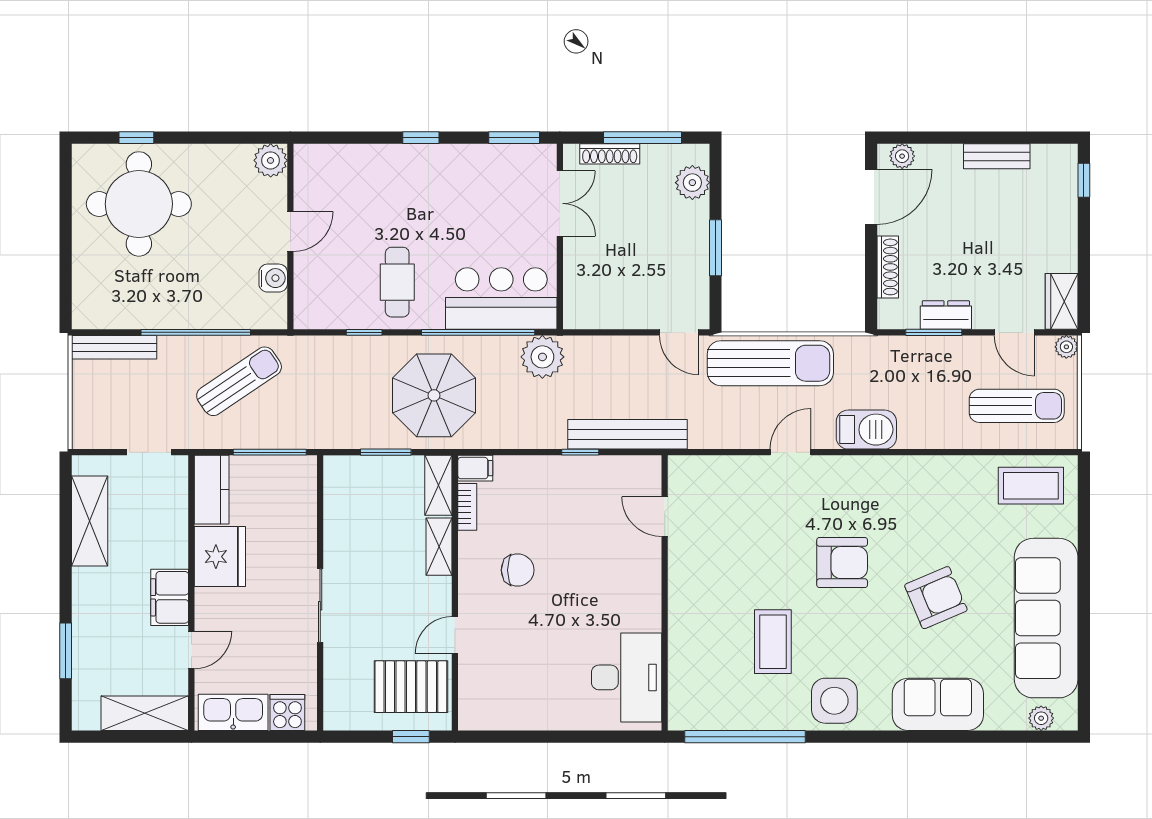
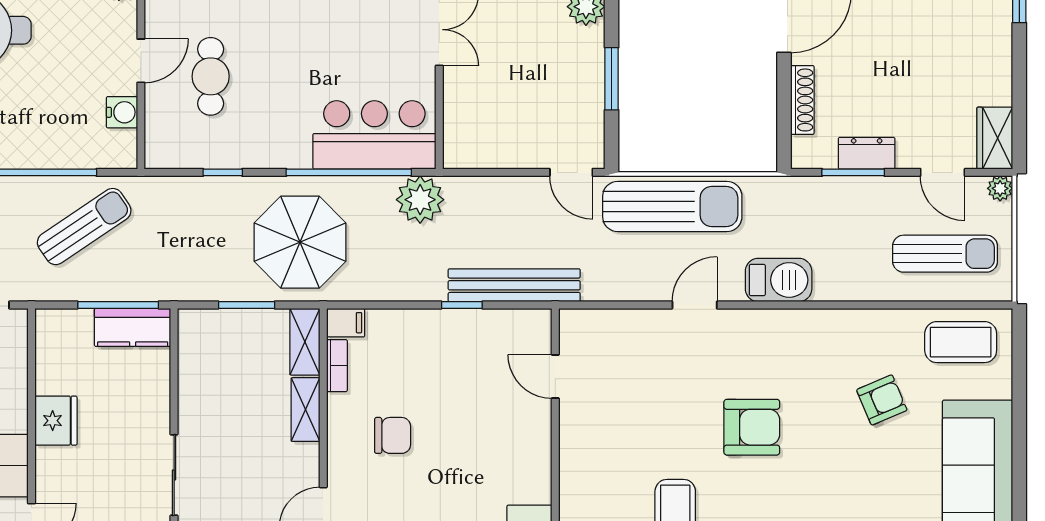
cafe table: (397, 282) -> (211, 76), moved
kitchen counter: (212, 490) -> (133, 327), moved, turned 90
fridge: (220, 557) -> (56, 421), width x0.73, depth x0.75
armchair: (936, 598) -> (882, 400), moved, width x0.72, depth x0.72

